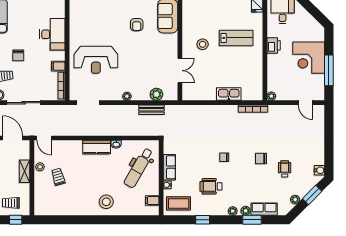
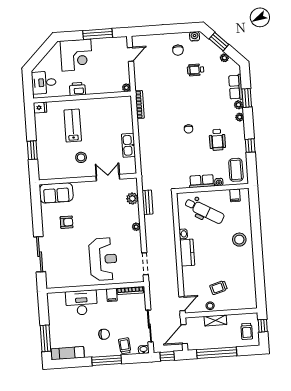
corner desk: (309, 58) -> (76, 55), moved
kitchen sink: (229, 94) -> (128, 145), moved
chair: (261, 158) -> (178, 50), moved

